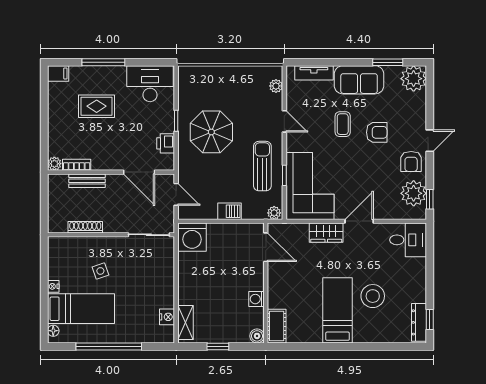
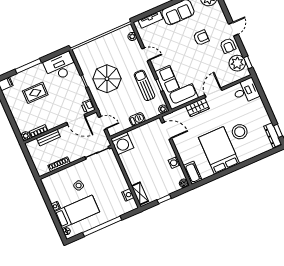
coffee table: (343, 124) -> (180, 41), removed
printer: (166, 143) -> (88, 107), moved
bed: (338, 310) -> (219, 151), width x1.50

